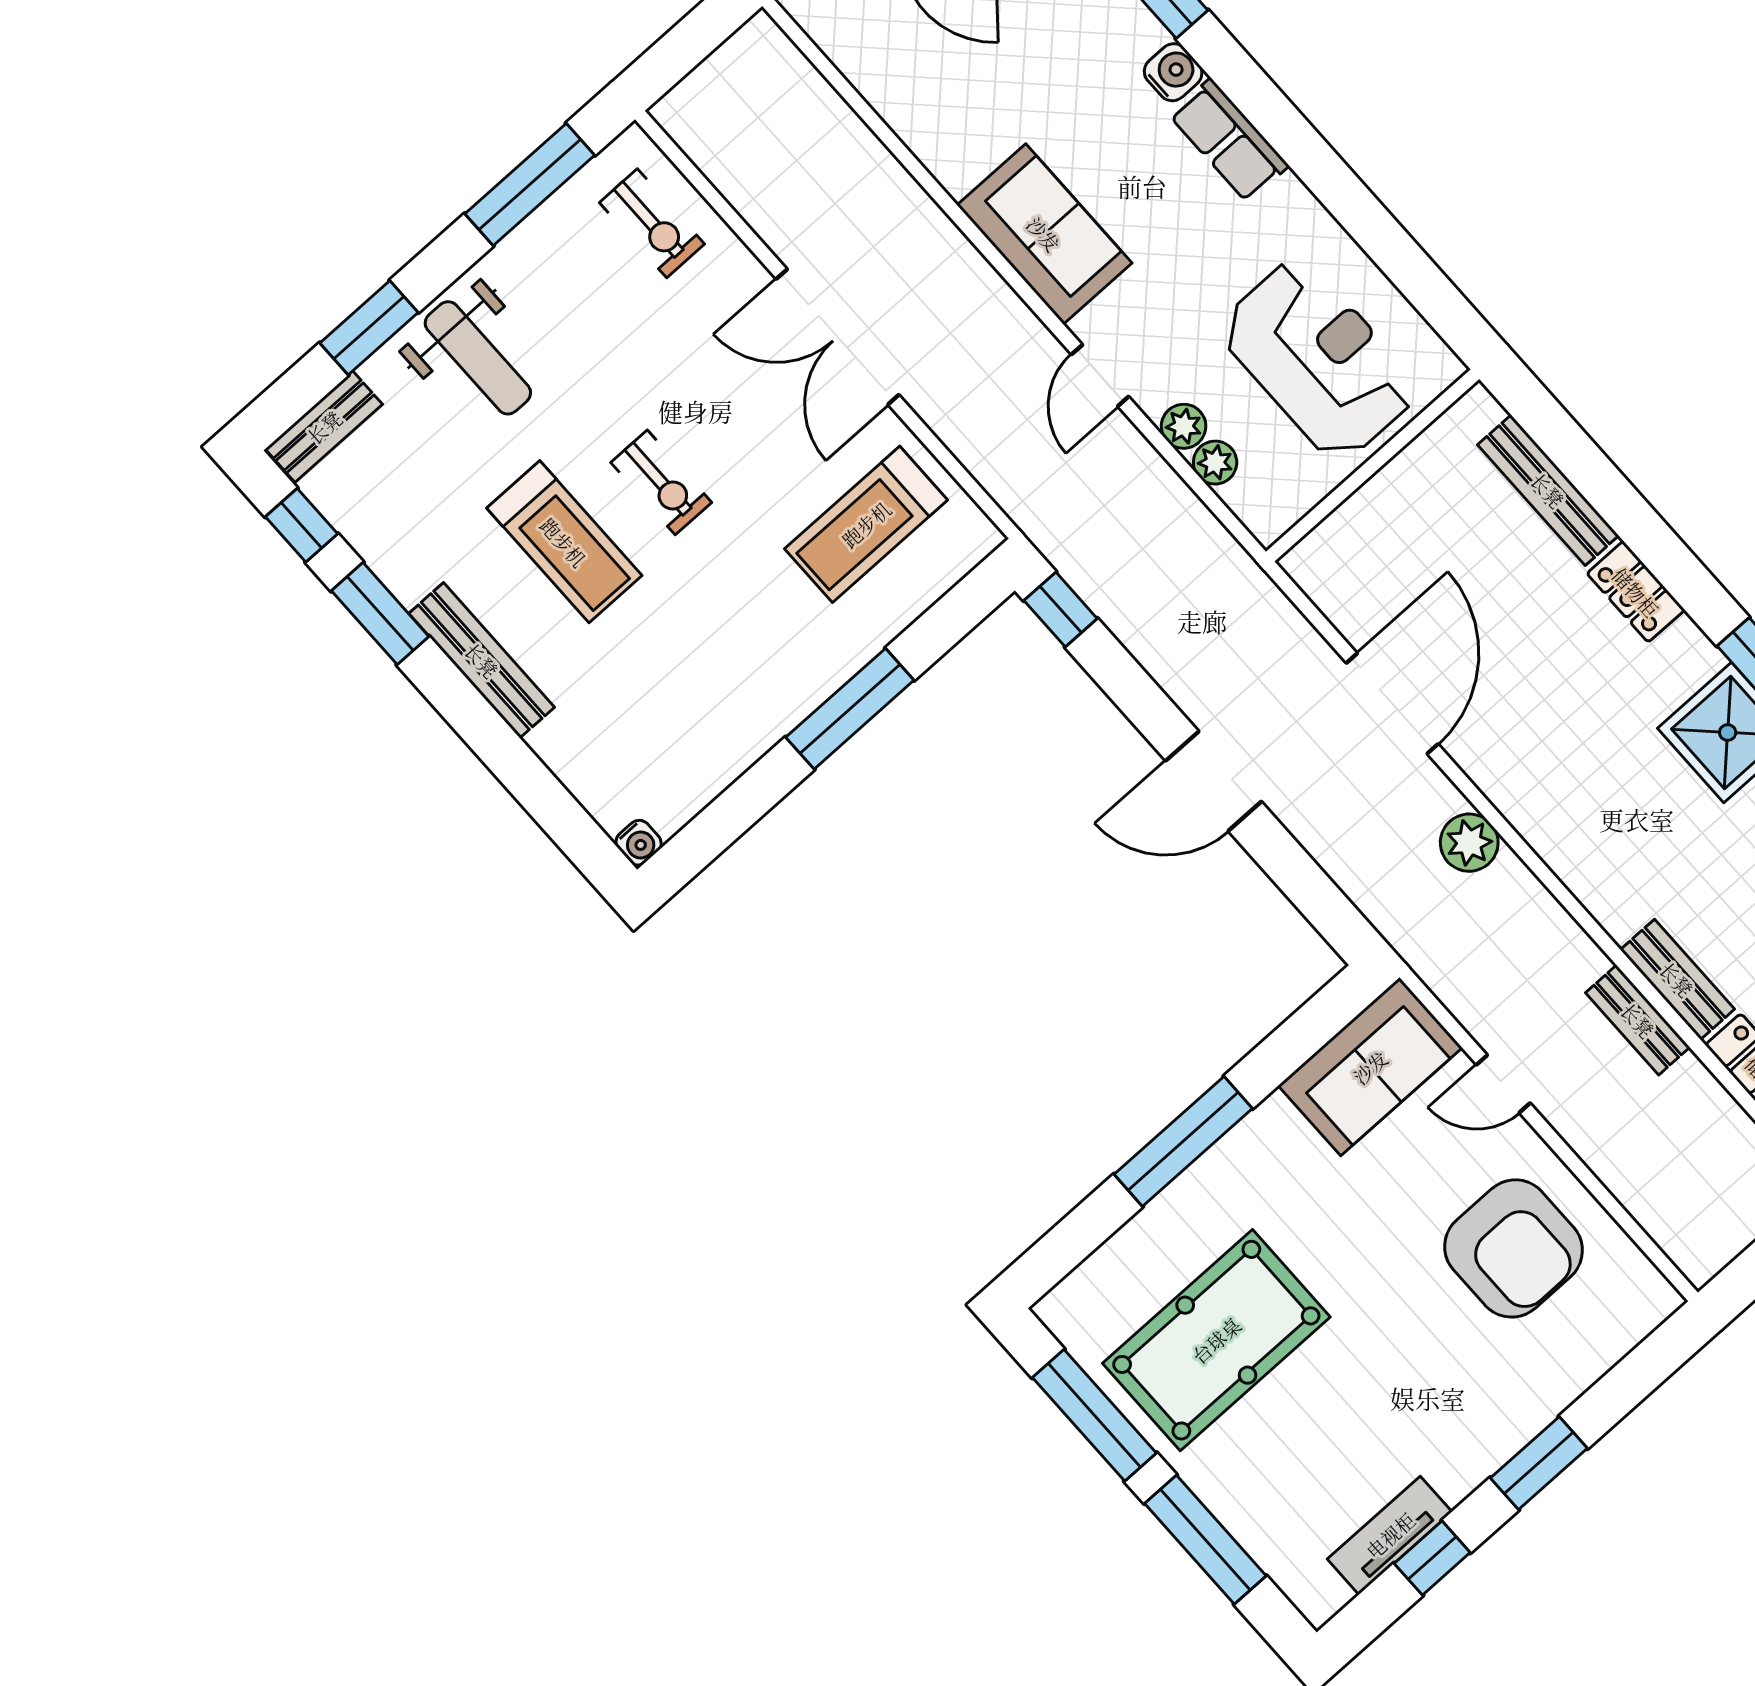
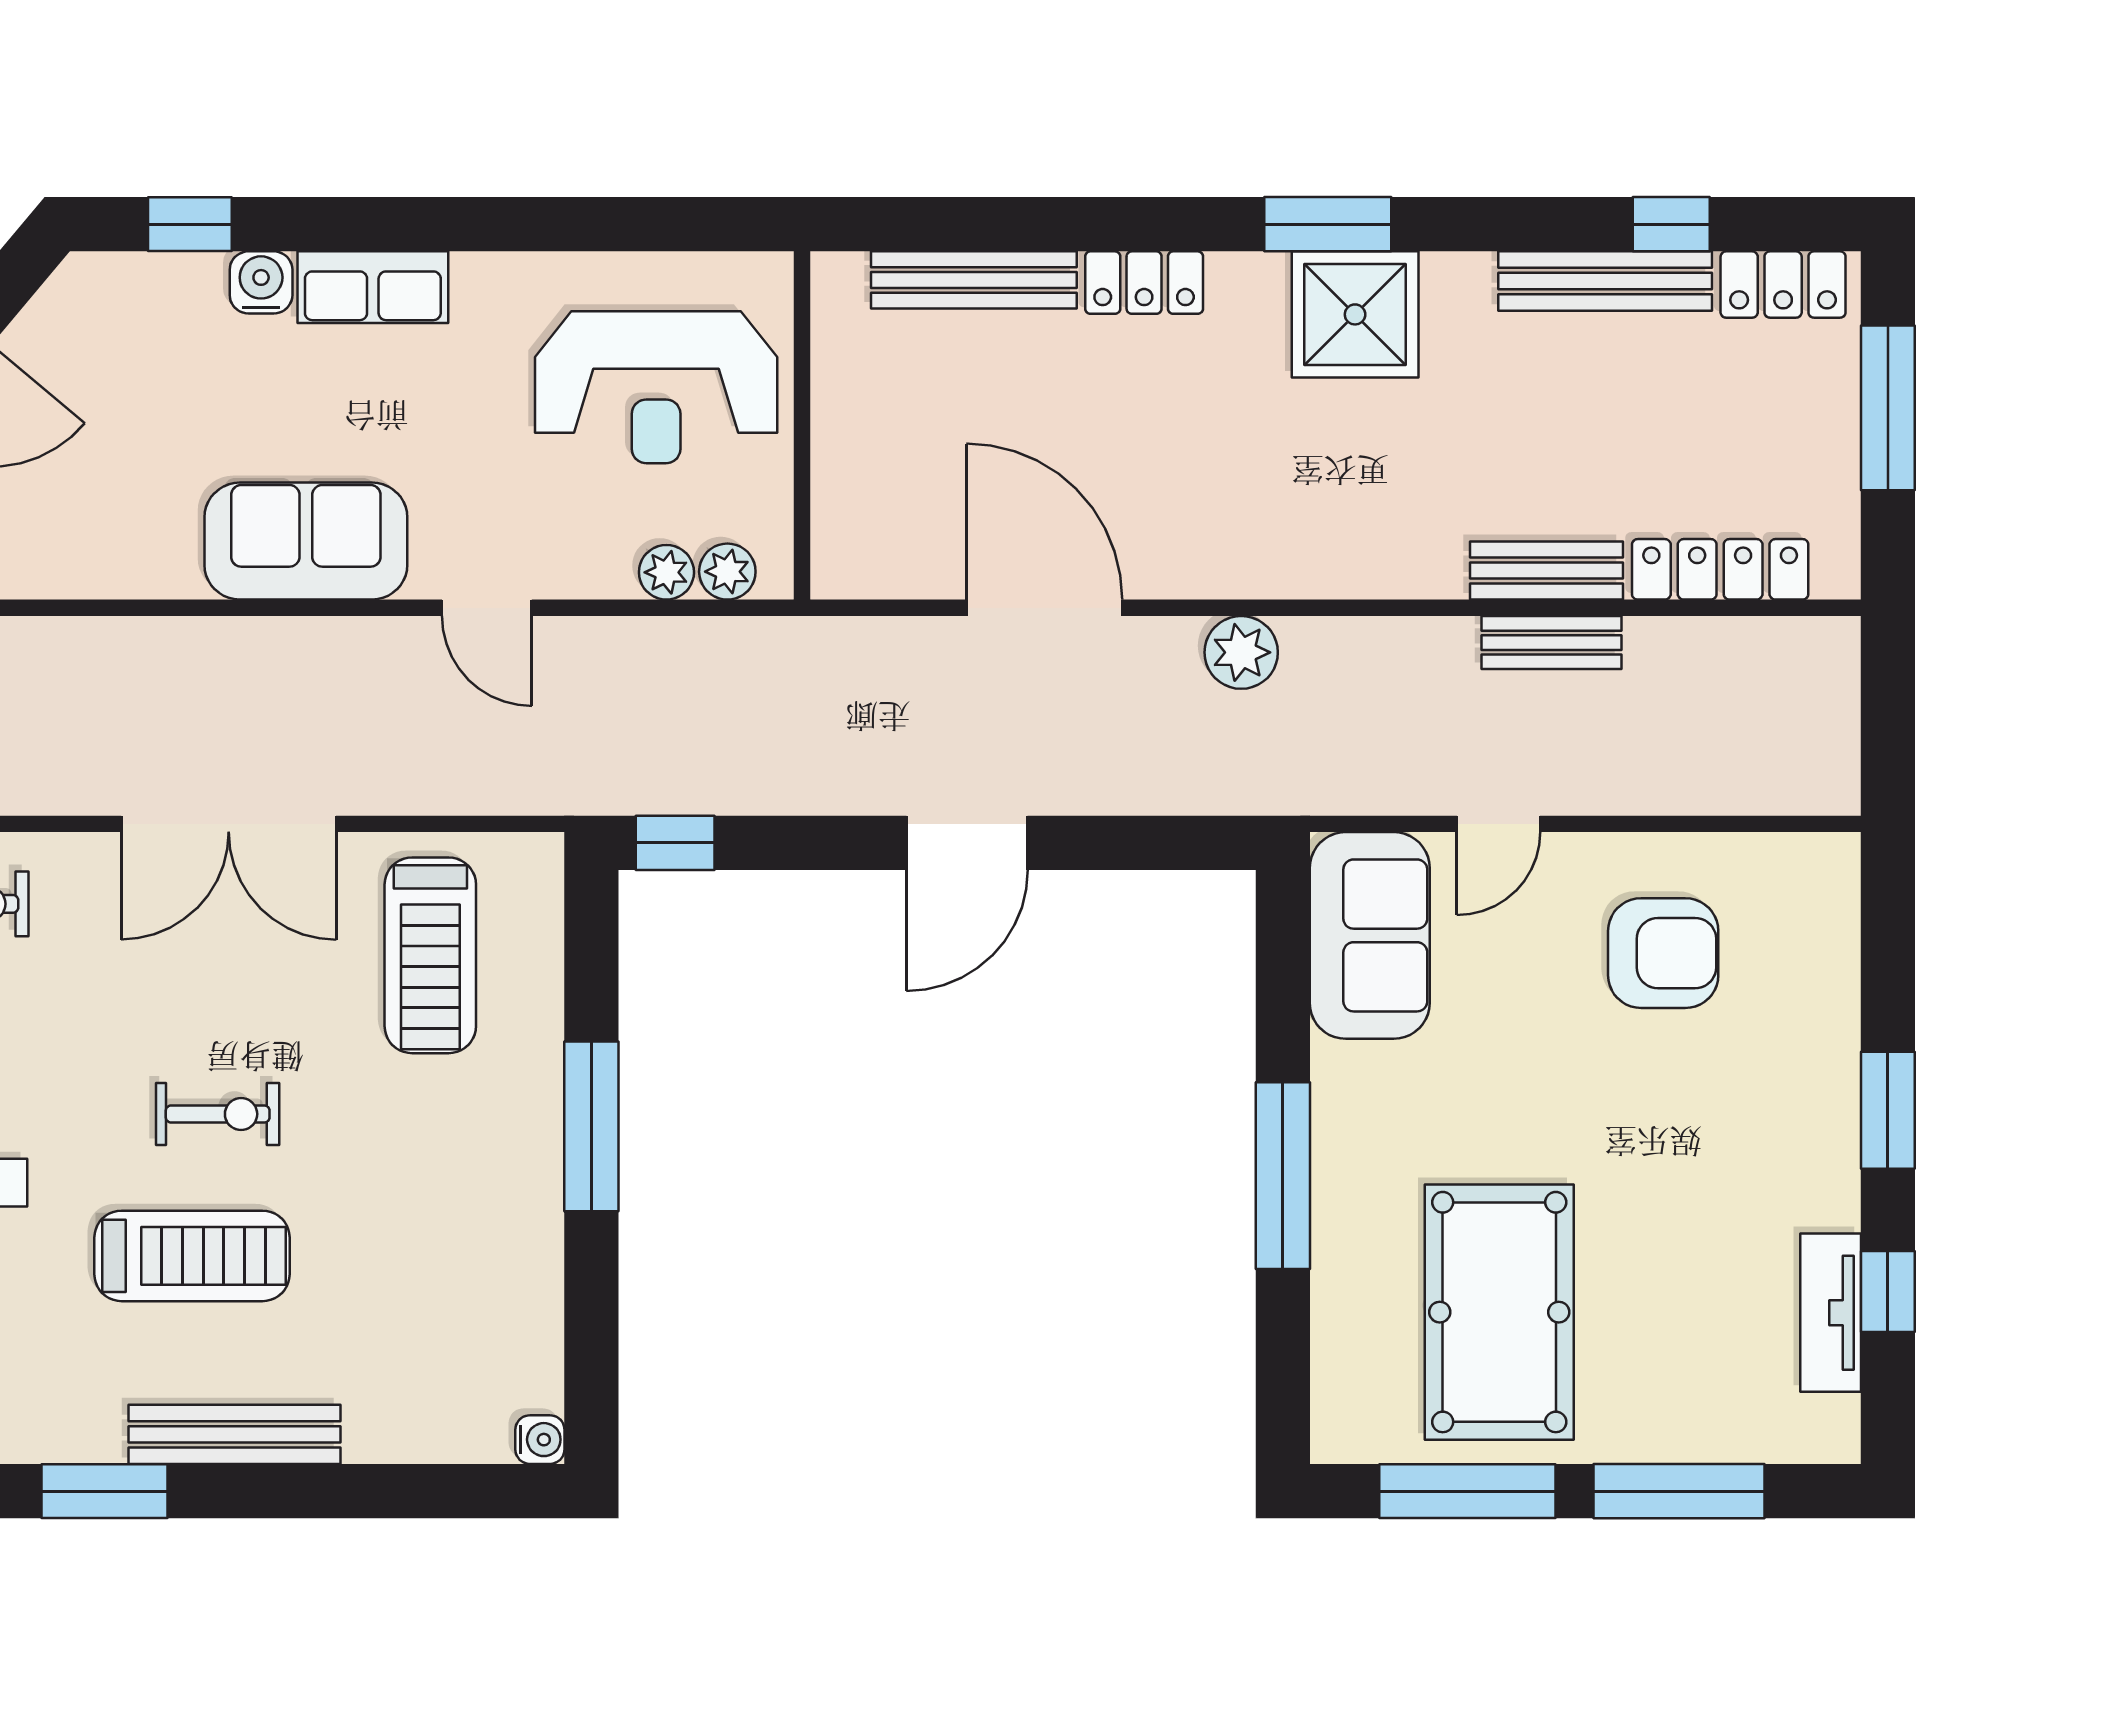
reception desk: (1319, 359) -> (656, 387), turned 180
plant: (1184, 426) -> (727, 572), moved
armchair: (1513, 1248) -> (1663, 953), width x0.73, depth x0.73

